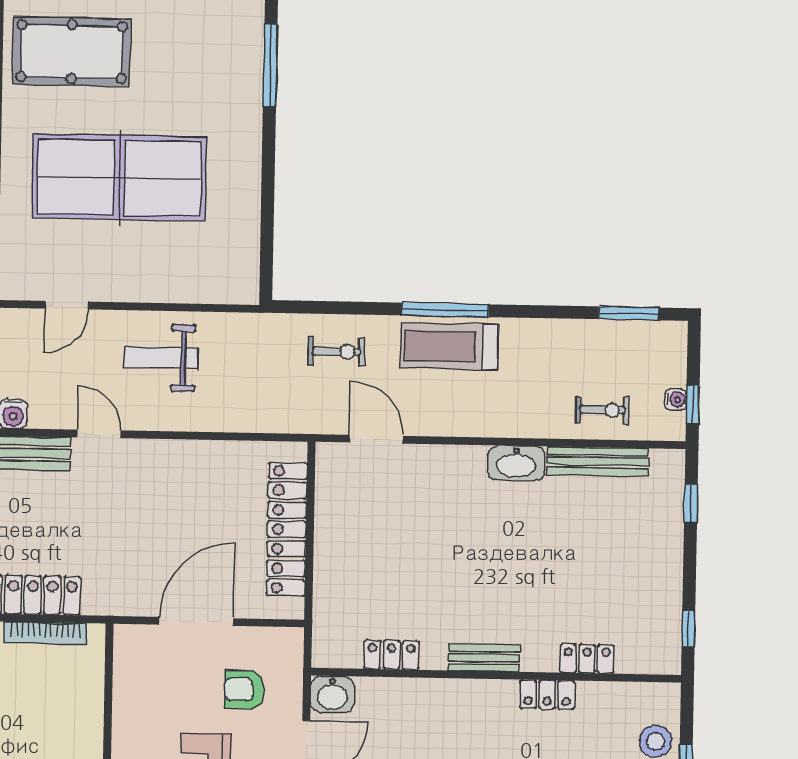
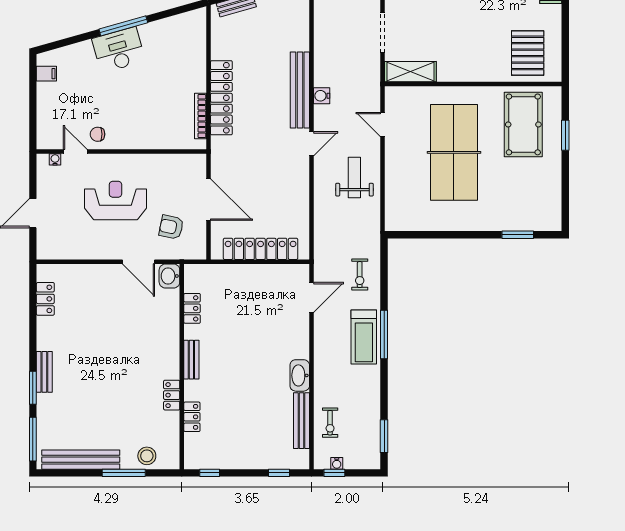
window: (270, 65) -> (518, 235), width x0.69
treadmill: (449, 346) -> (364, 337), turned 180
armchair: (244, 689) -> (171, 227), turned -78

